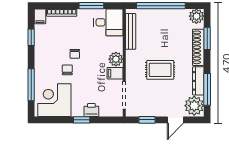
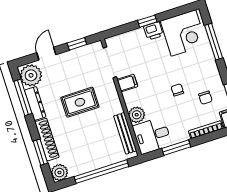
plant: (116, 59) -> (137, 115), moved
chair: (67, 70) -> (205, 98), moved
printer: (91, 110) -> (153, 31), moved

